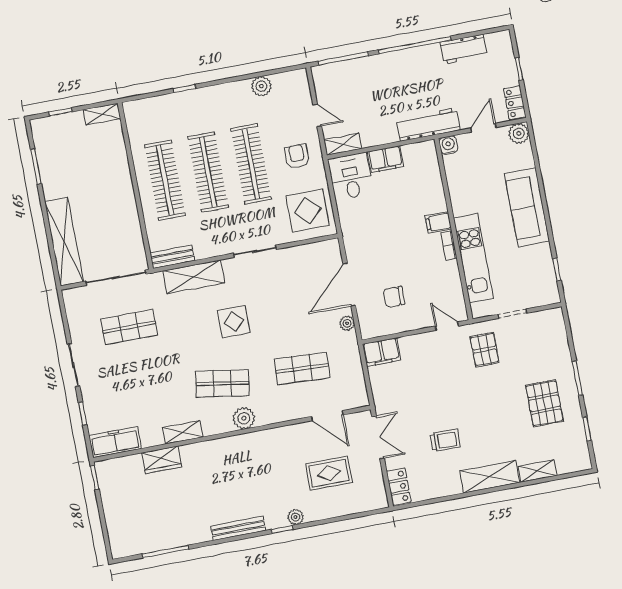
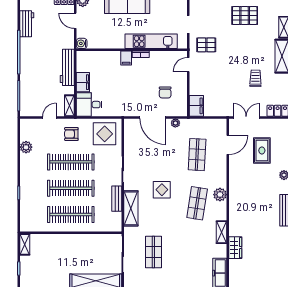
workbench: (428, 125) -> (67, 67), moved
bench: (172, 257) -> (117, 199), moved

